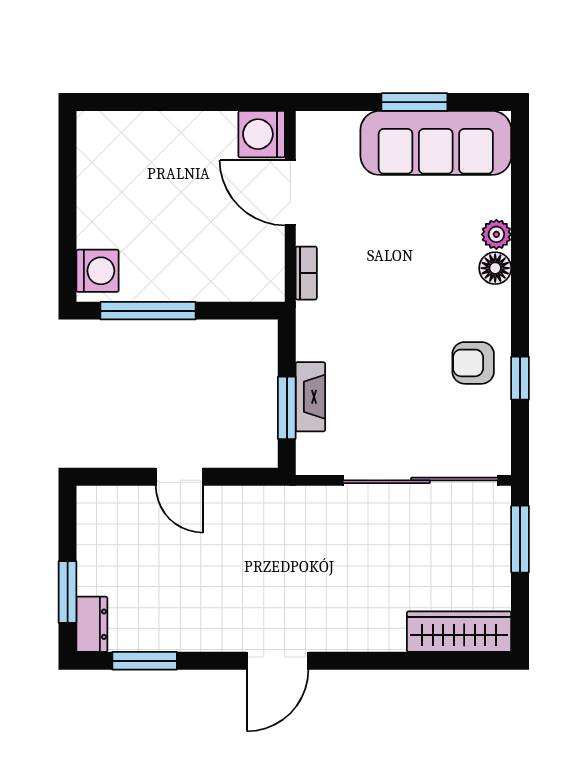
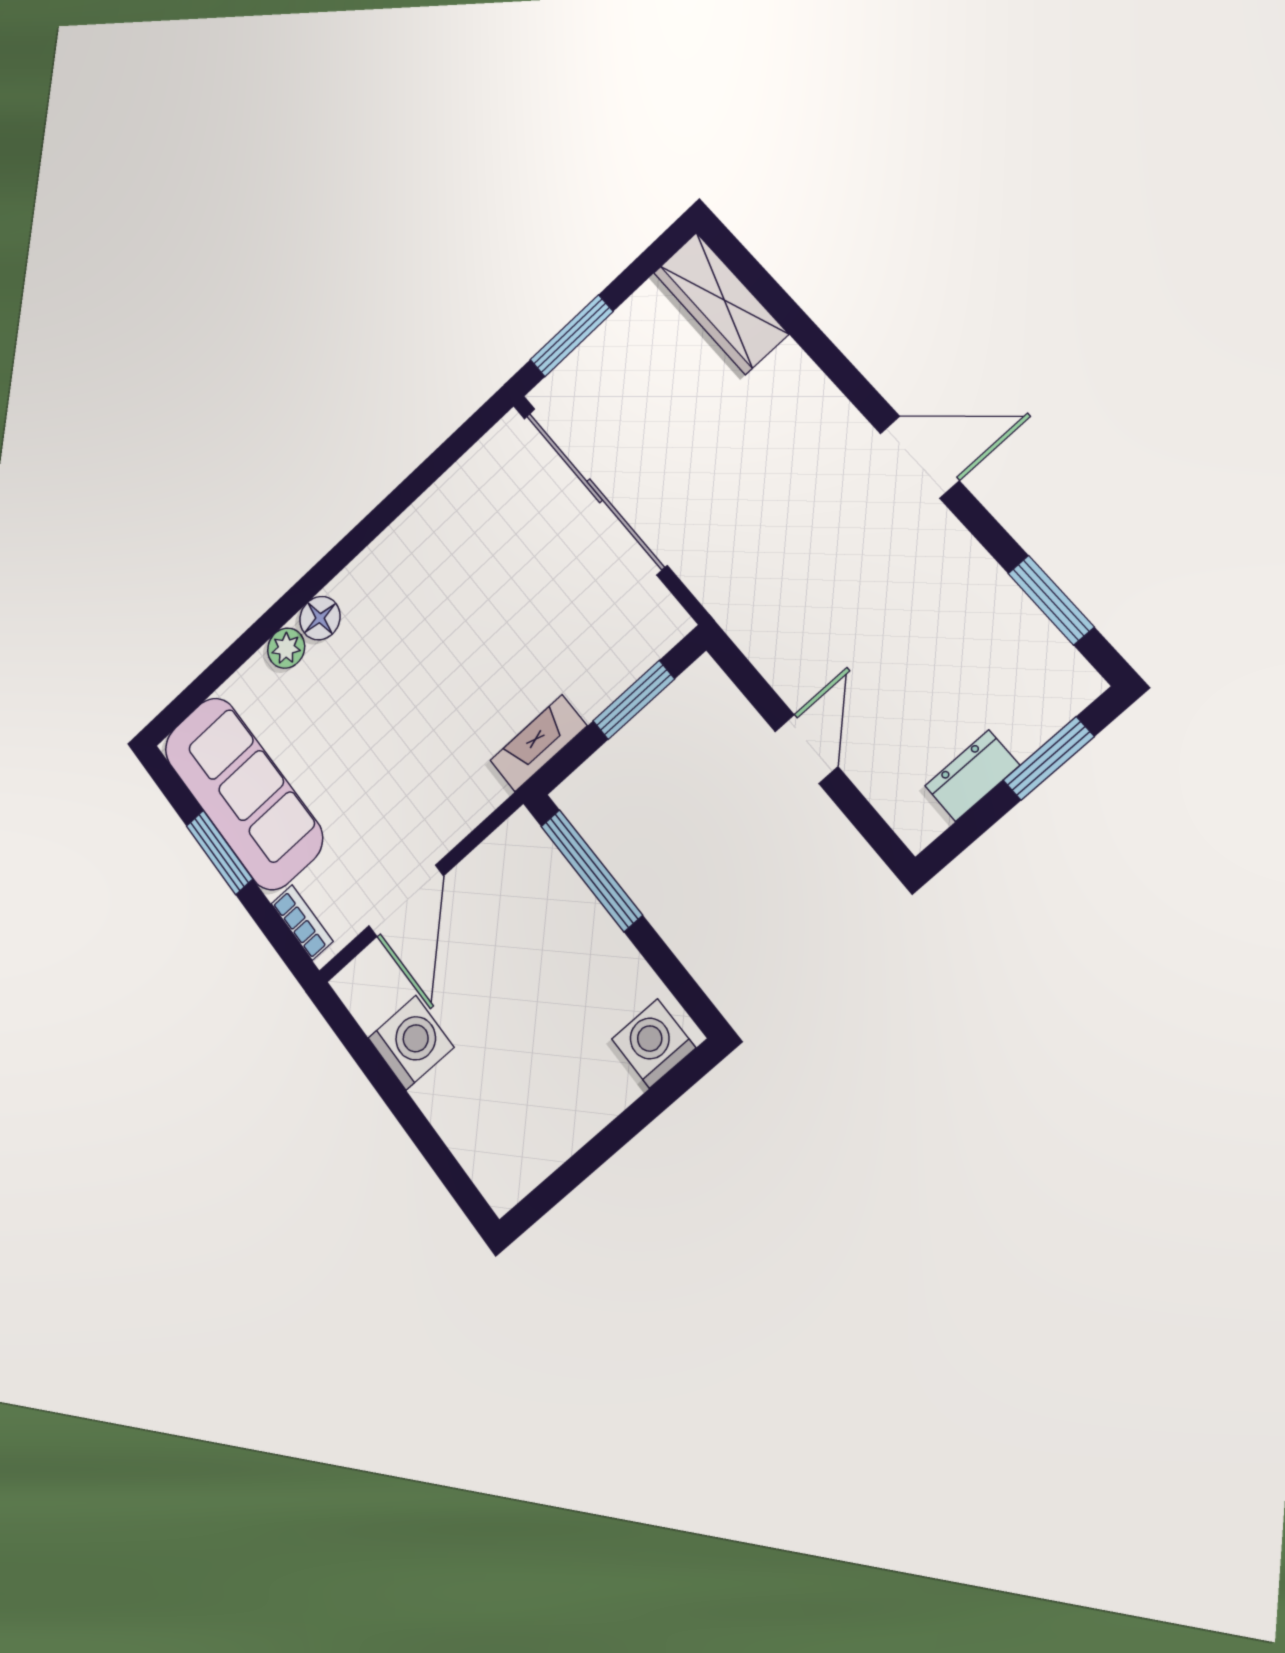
washing machine: (262, 134) -> (411, 1043), moved, turned -90
bookcase: (306, 273) -> (302, 922), moved, turned 90
window: (148, 311) -> (591, 870), moved
armchair: (473, 363) -> (431, 551), removed
window: (520, 378) -> (409, 491), removed
fireplace: (310, 397) -> (538, 743), moved
dresser: (92, 624) -> (972, 776), moved

